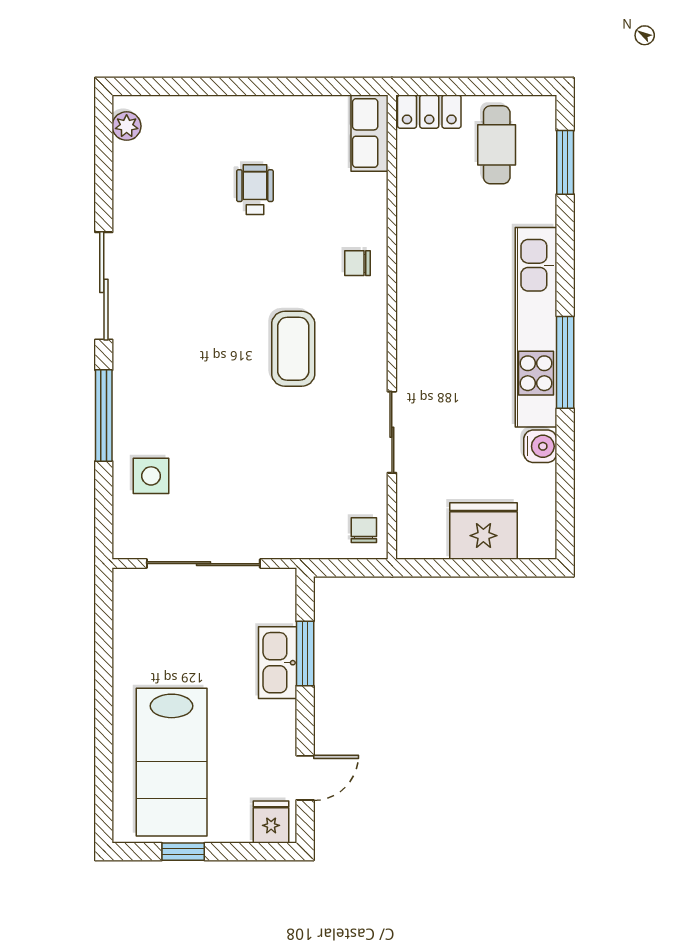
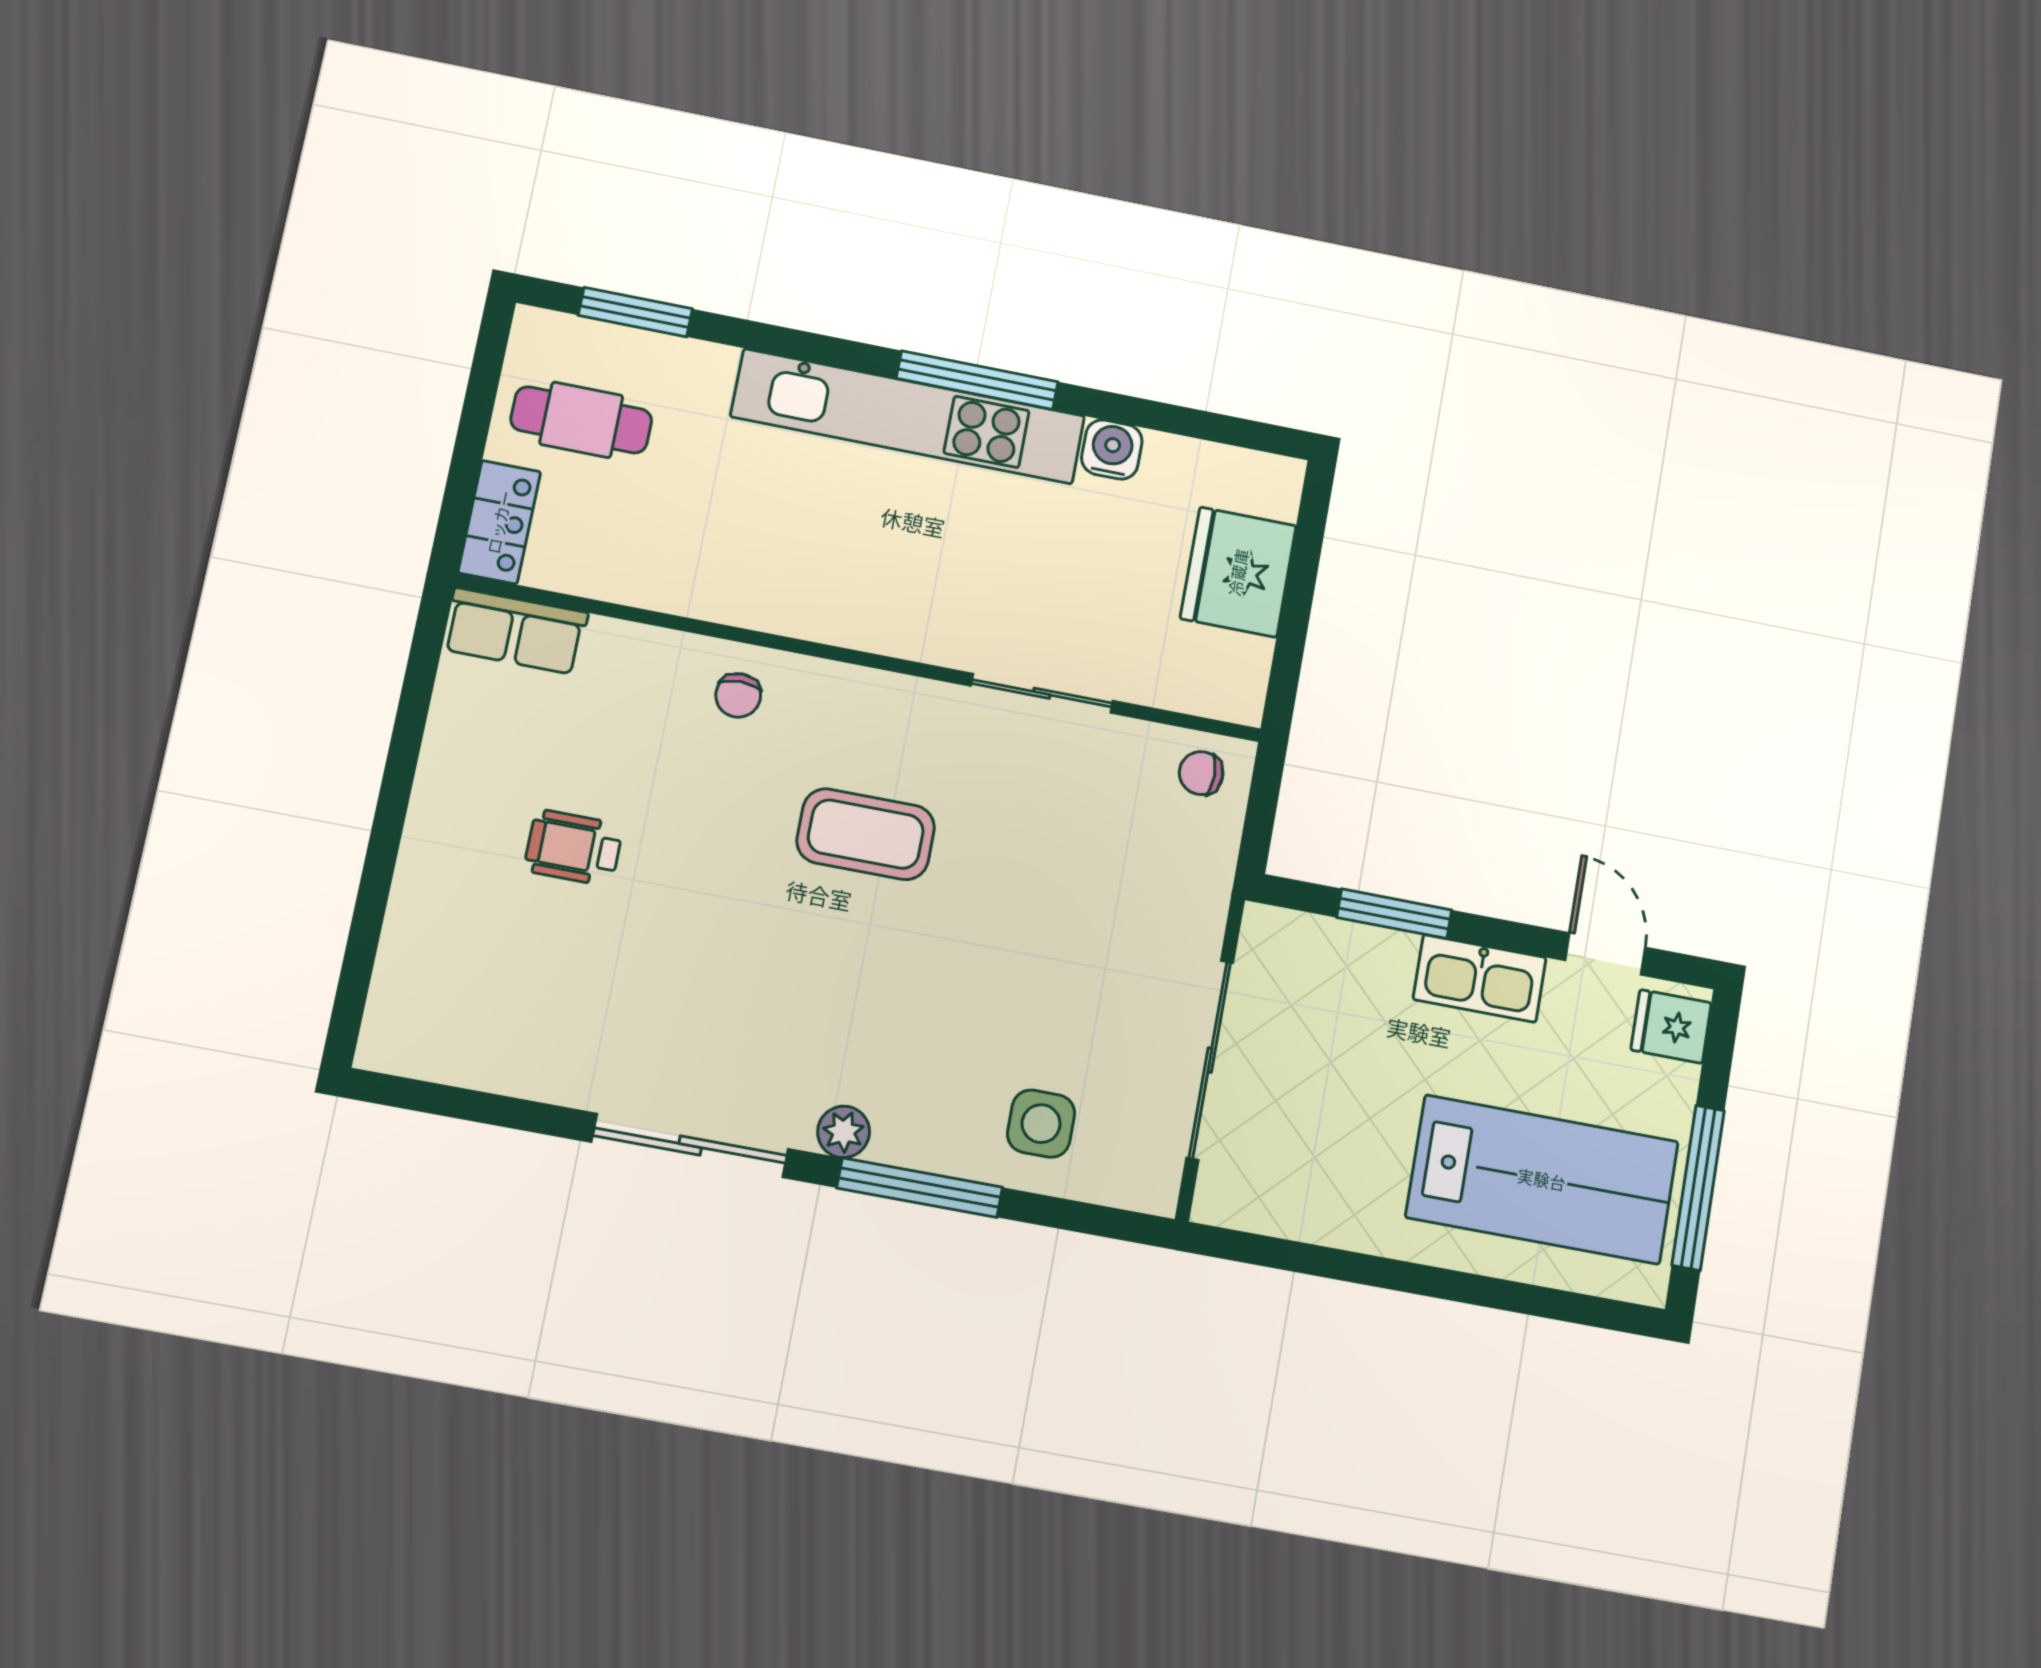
plant: (127, 126) -> (844, 1132), moved
kitchen sink: (278, 663) -> (1480, 978), moved
window: (183, 852) -> (1698, 1188), width x2.17

